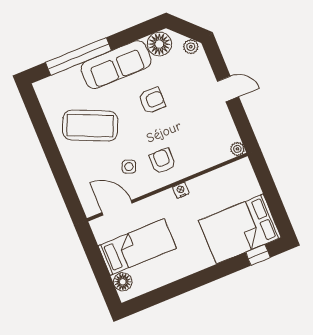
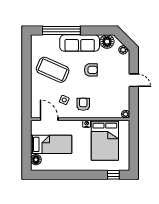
bed: (240, 229) -> (105, 140), moved, turned -90

